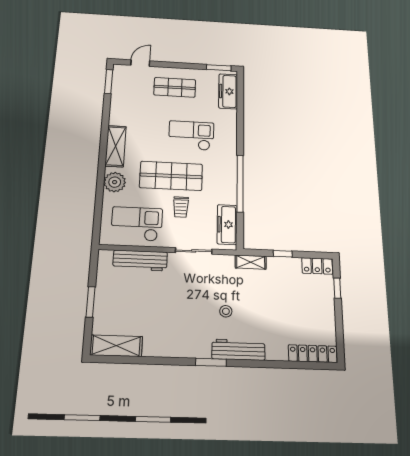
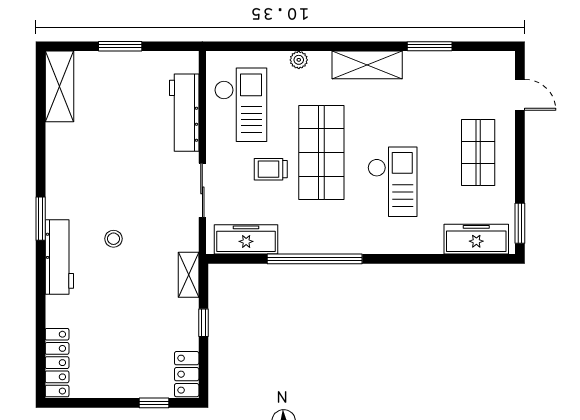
window: (109, 81) -> (430, 46), moved
plant: (115, 182) -> (299, 60), width x0.53, depth x0.53

